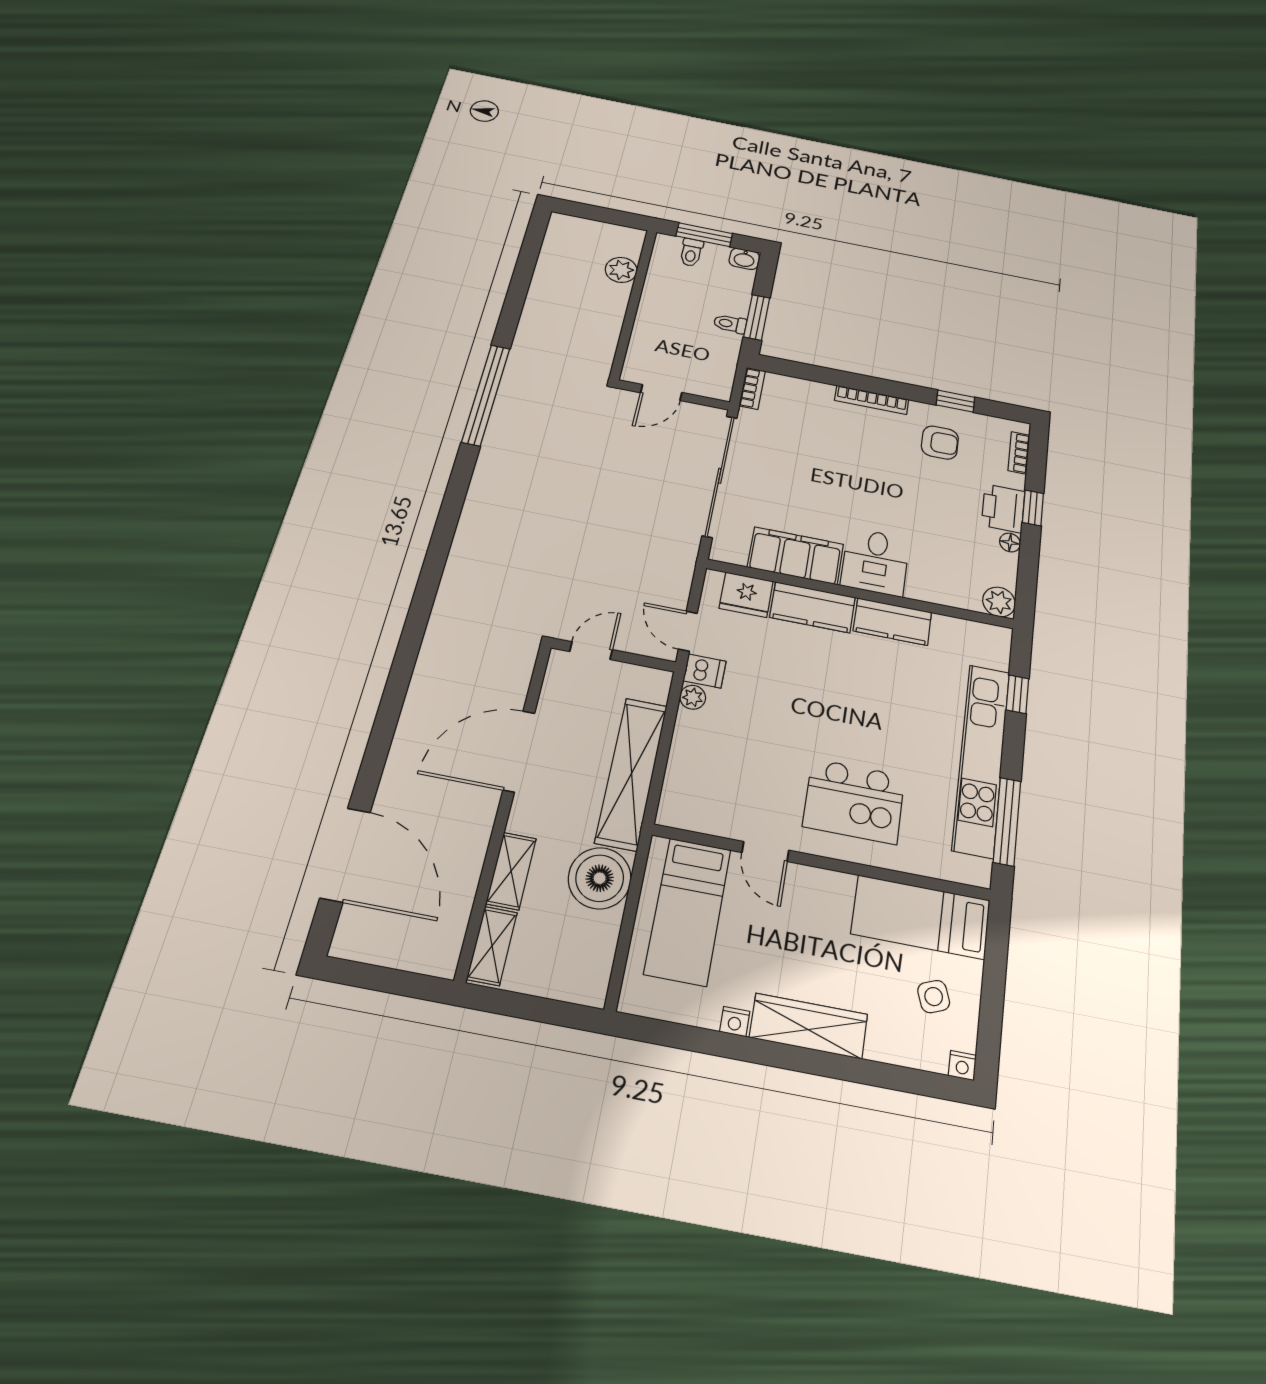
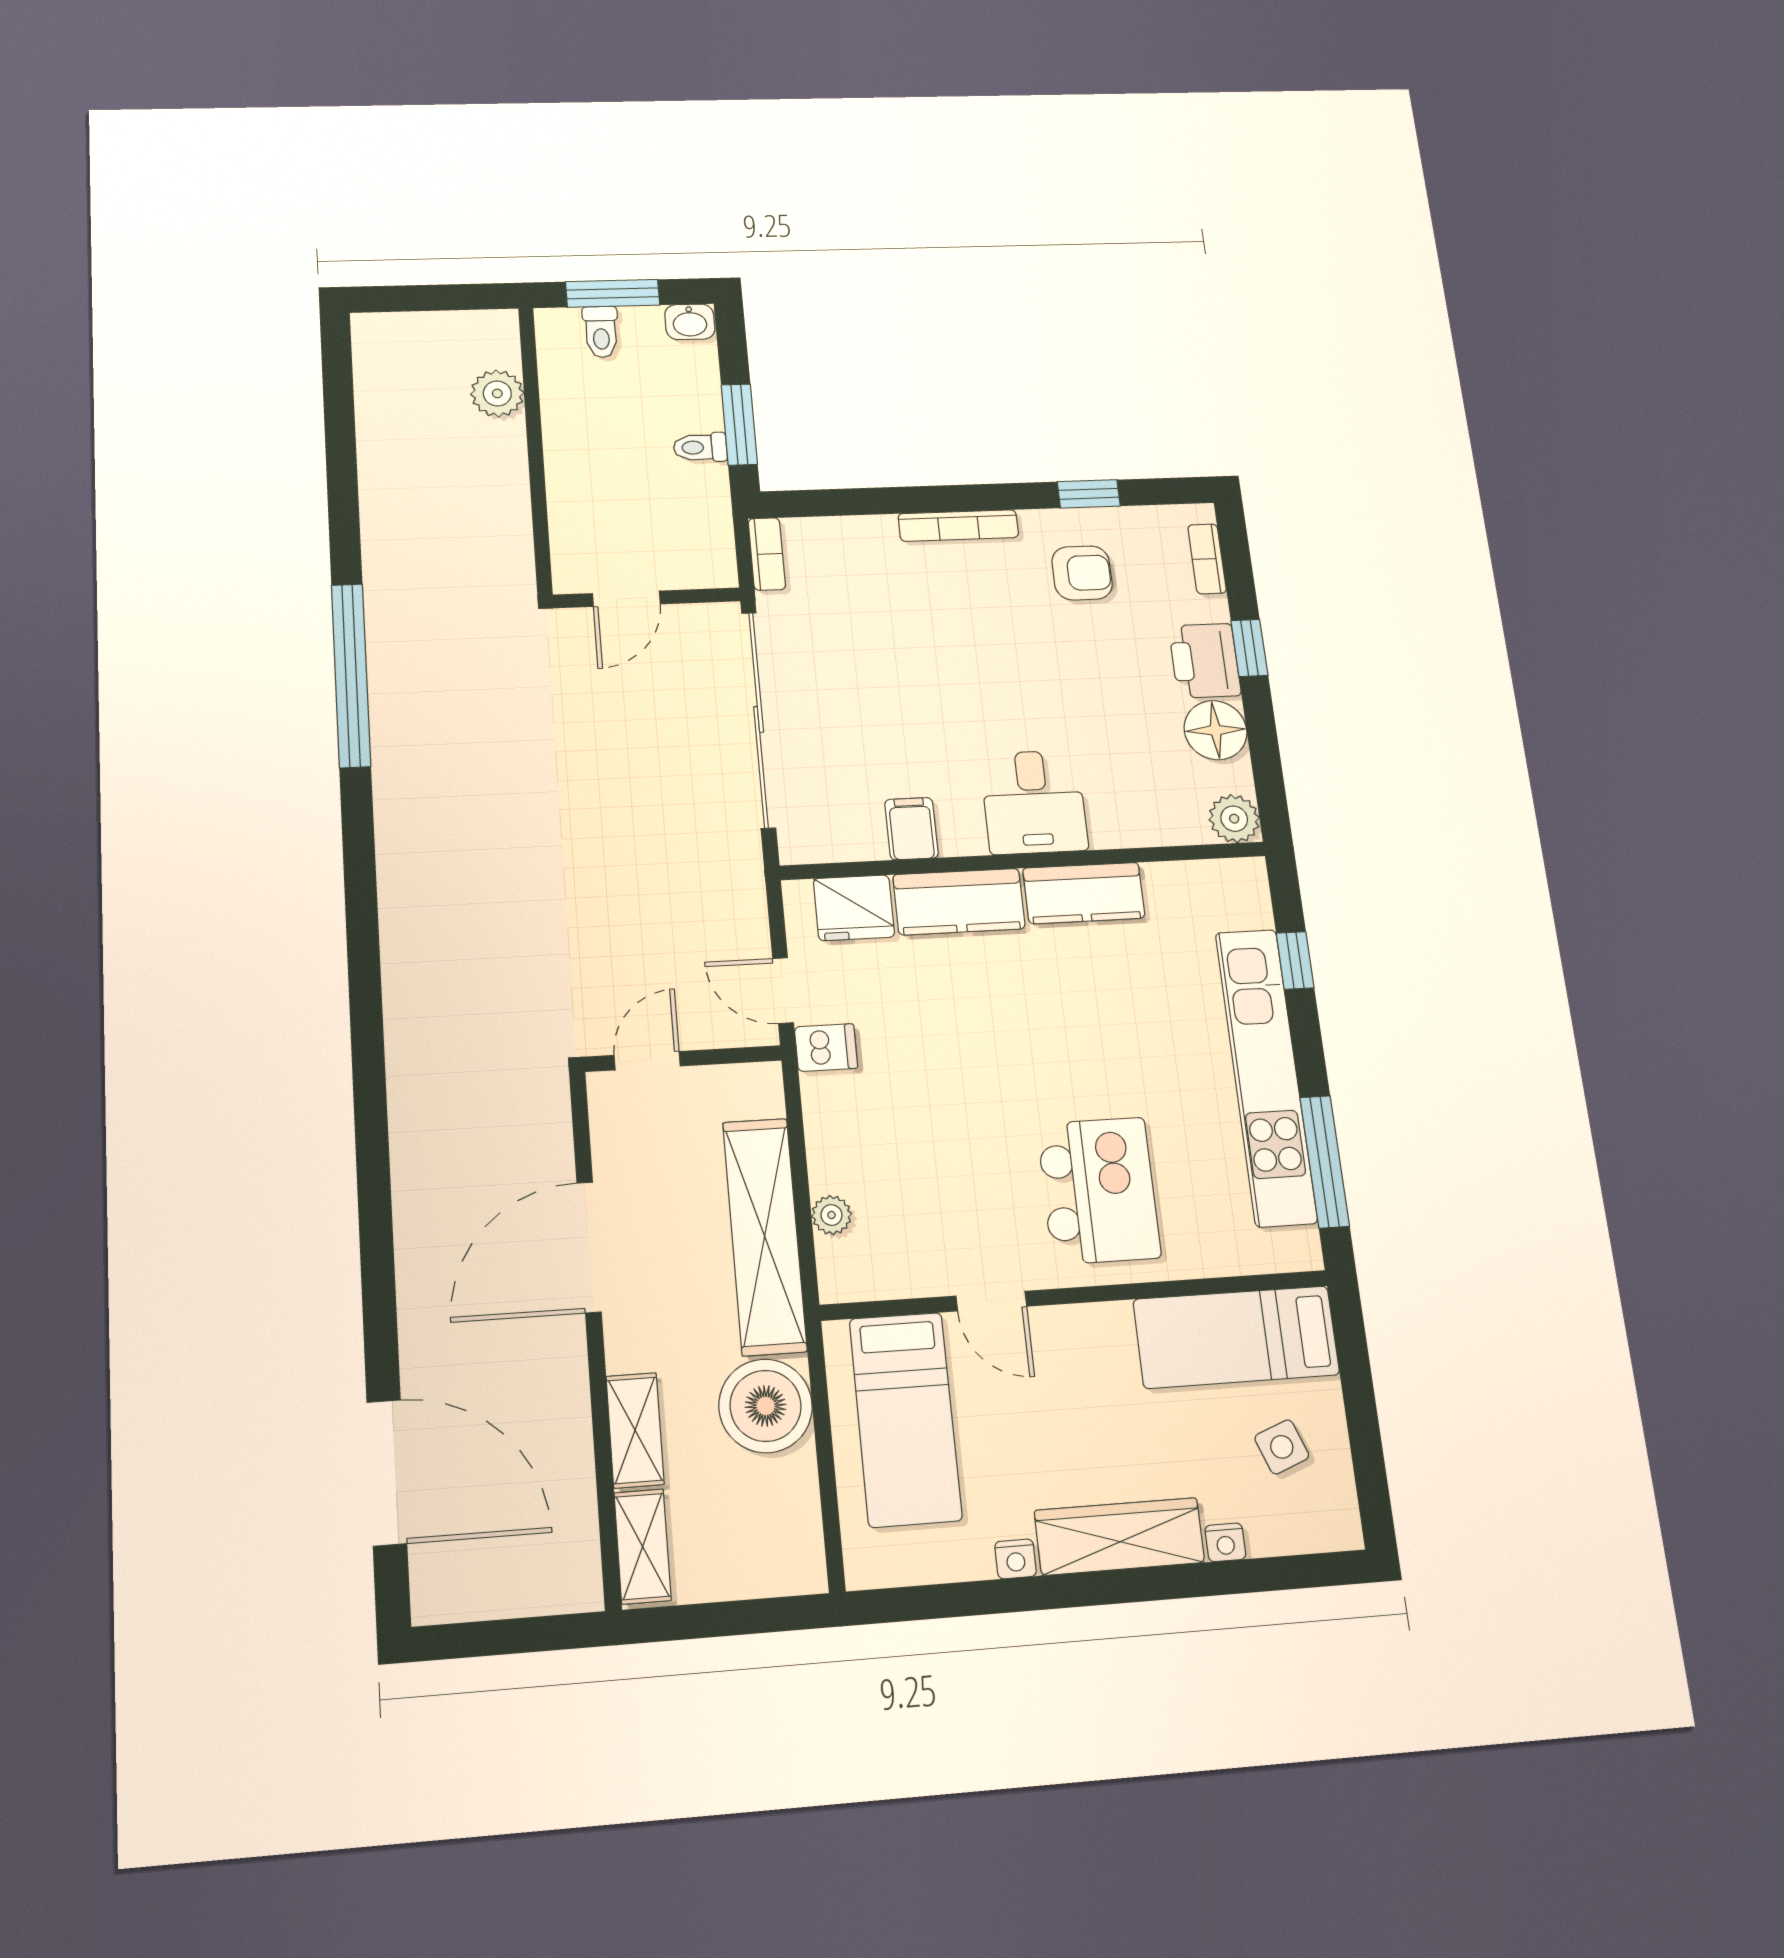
floor lamp: (1010, 543) -> (1216, 730), width x1.89, depth x1.89
filing cabinet: (796, 556) -> (911, 829), width x0.33, depth x0.86
plant: (693, 697) -> (832, 1215), moved
kitchen island: (854, 801) -> (1099, 1191), turned -90
nightstand: (962, 1066) -> (1225, 1542), moved

